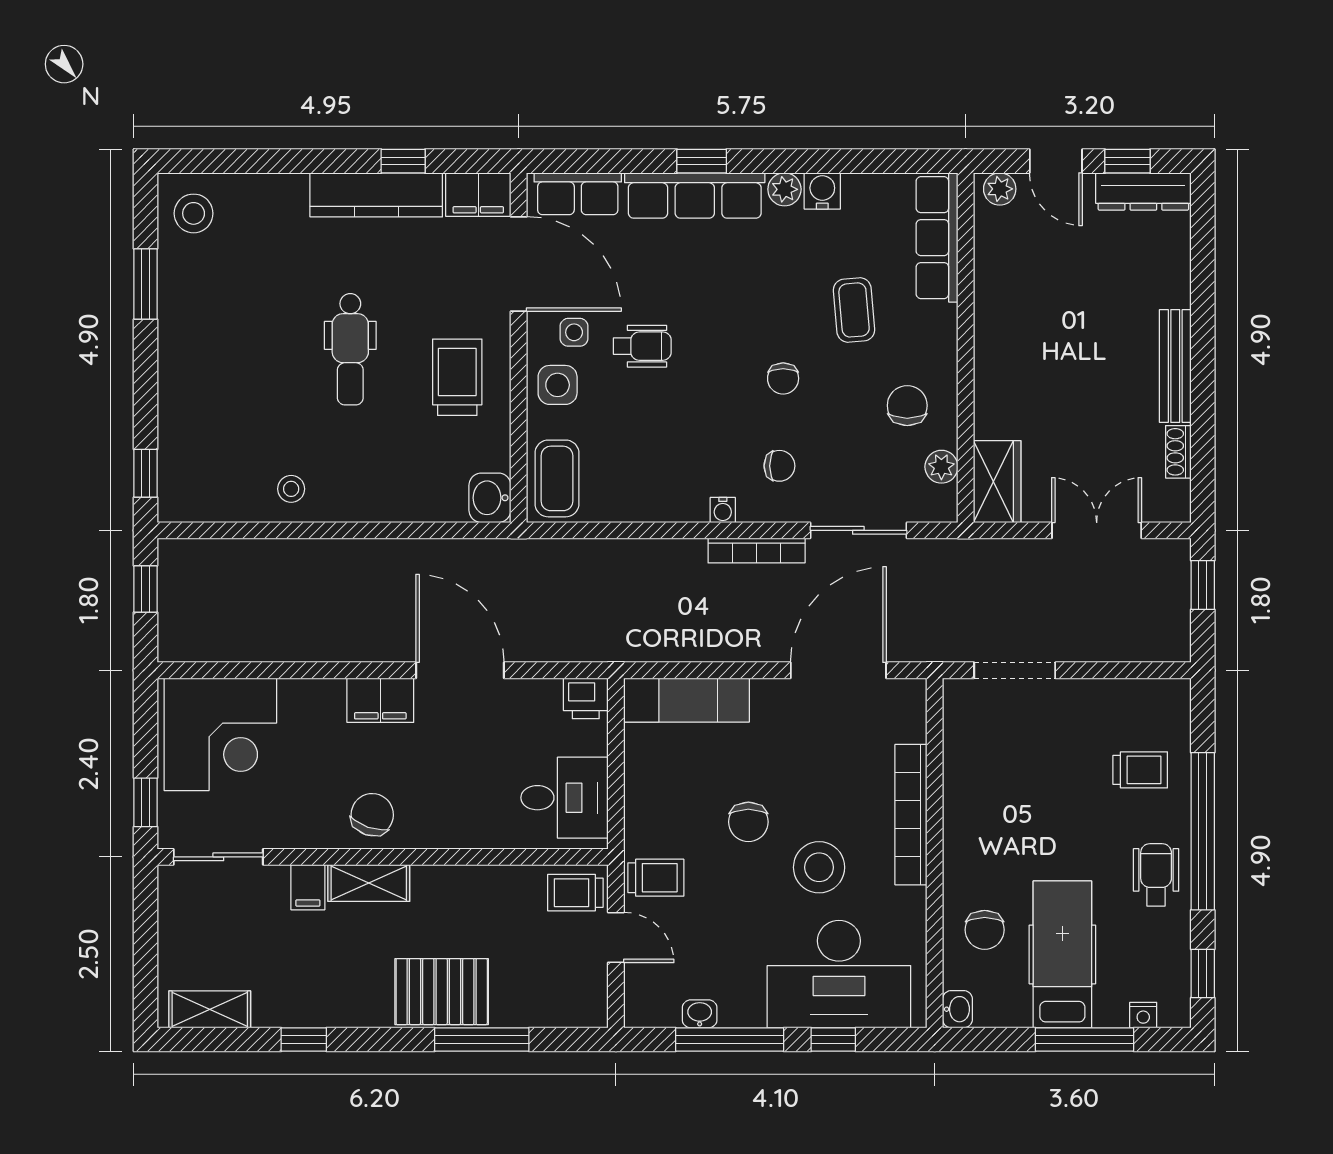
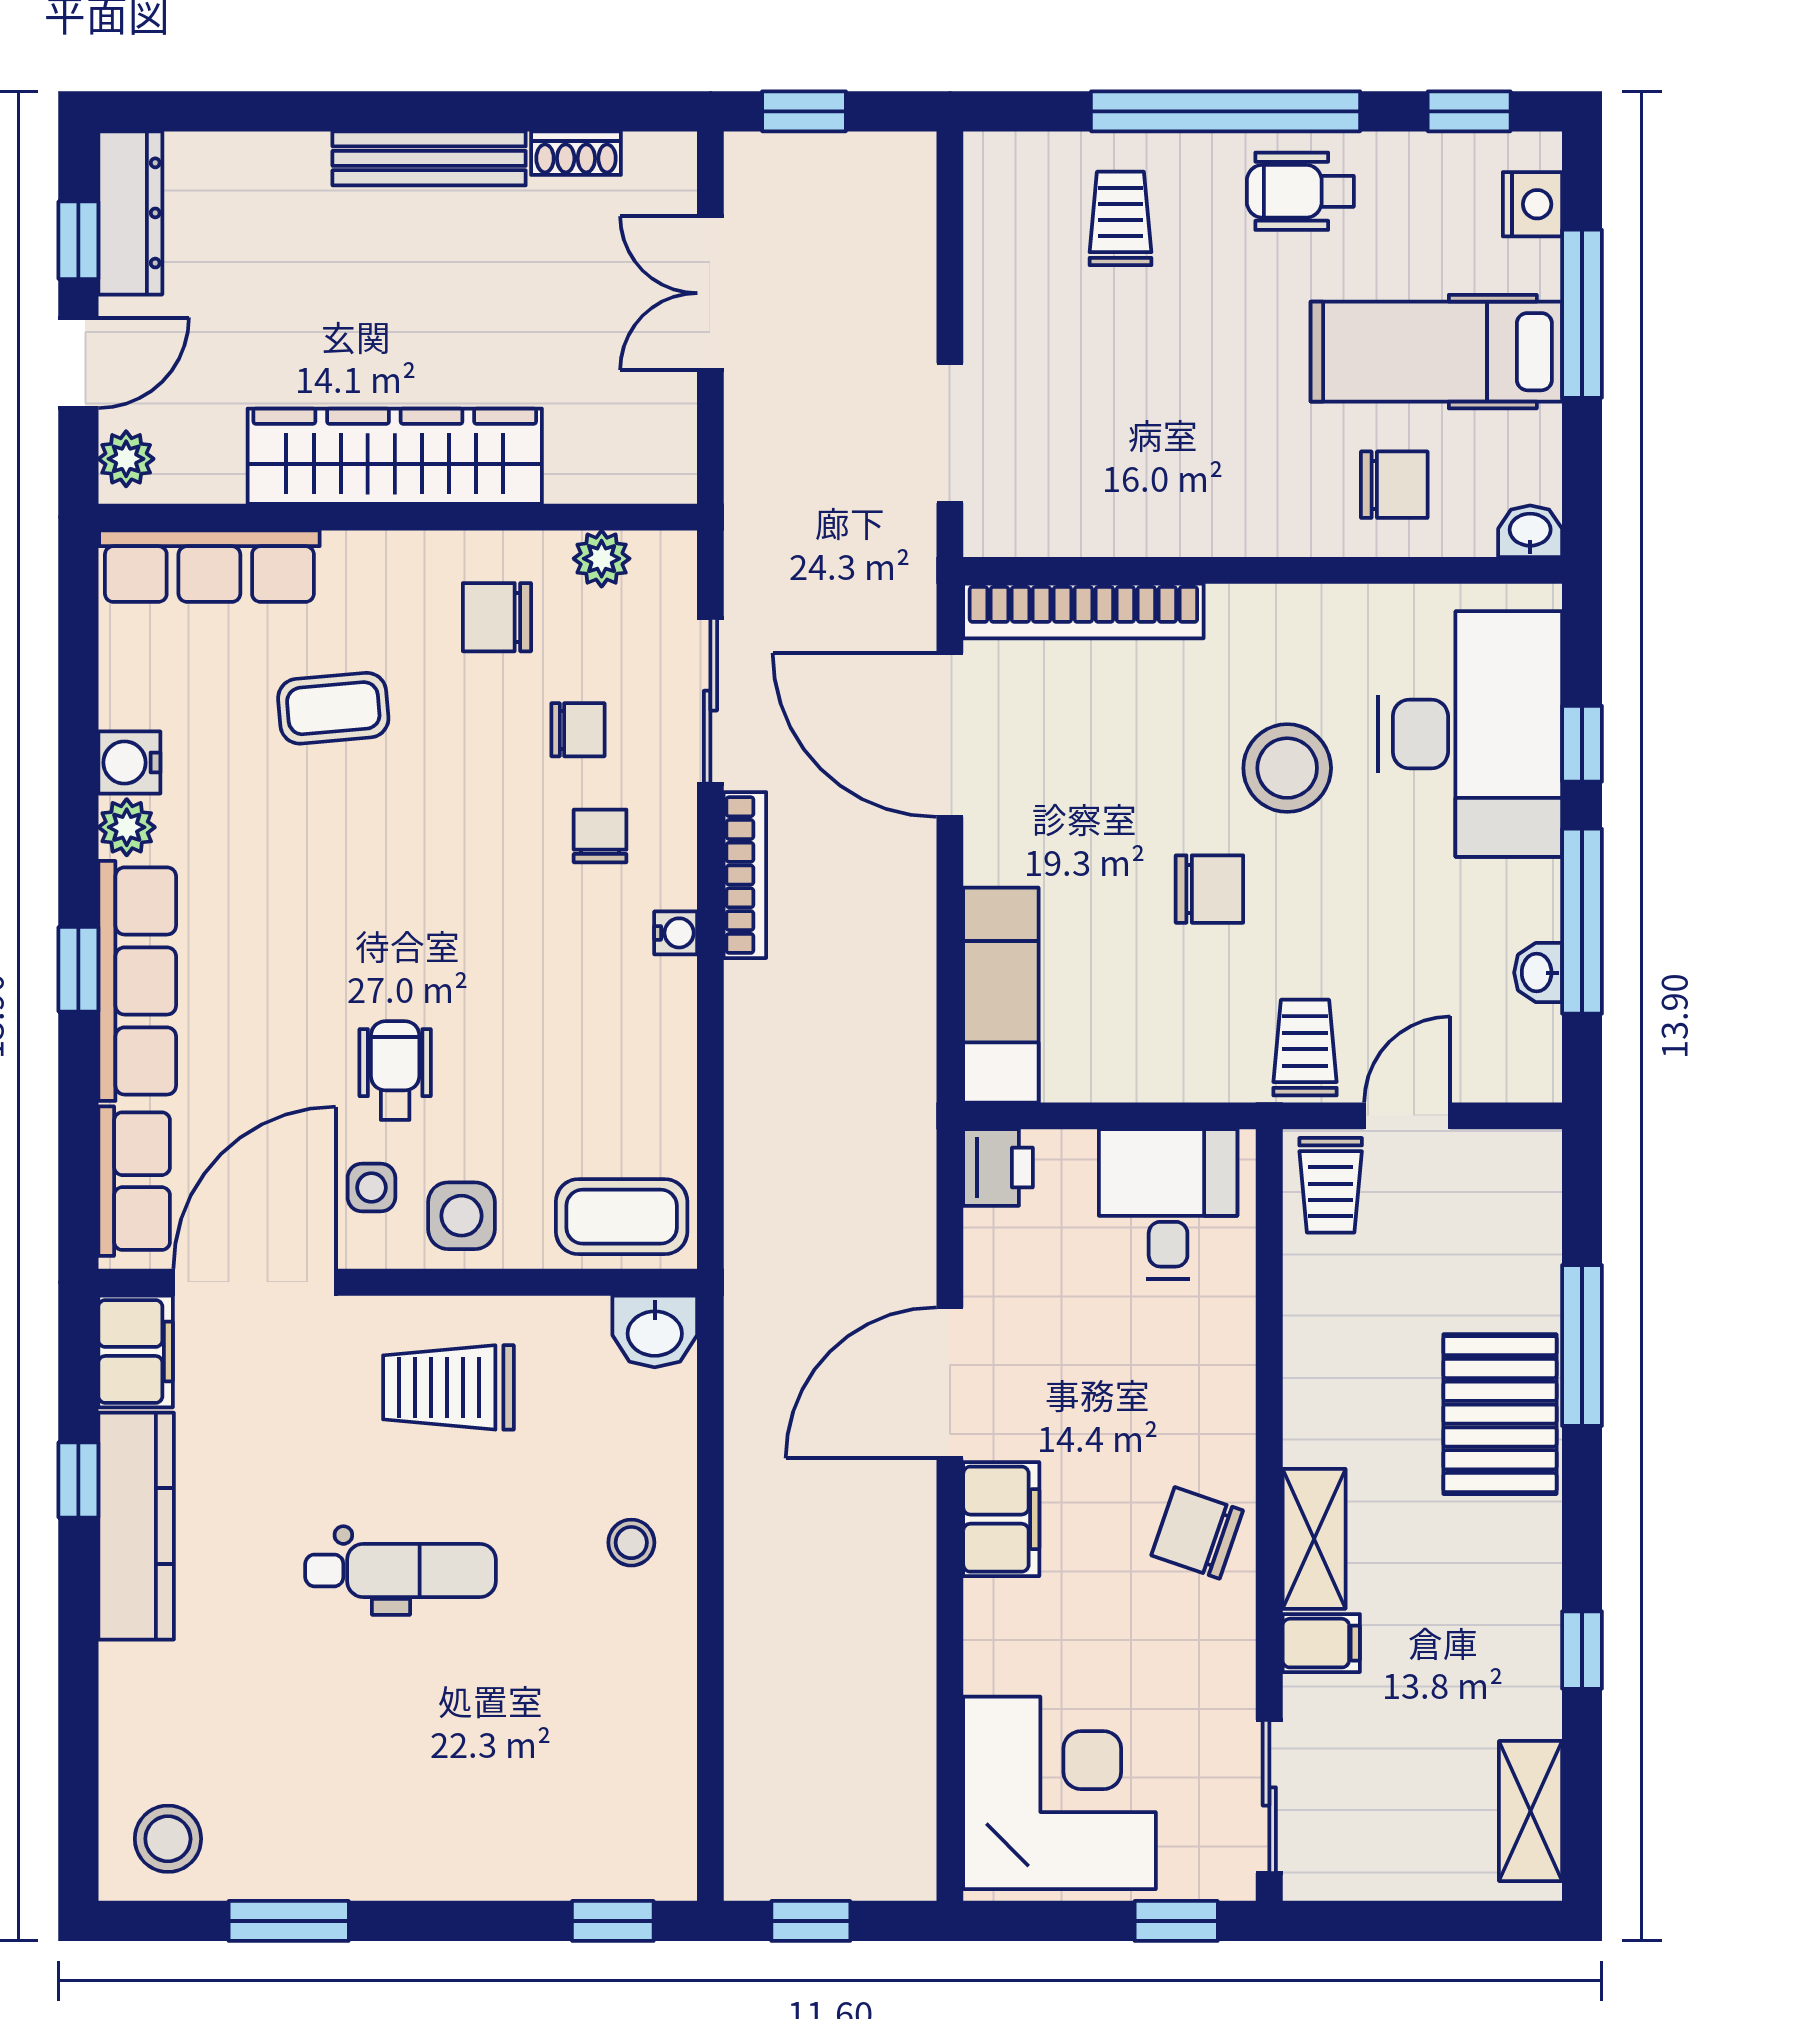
chair: (783, 378) -> (578, 730), moved
wardrobe: (997, 482) -> (395, 456), moved, width x2.10, depth x1.17
stool: (291, 489) -> (631, 1543), moved
bookcase: (911, 815) -> (1083, 611), moved
nightstand: (1143, 1015) -> (1532, 204), width x1.39, depth x1.35

